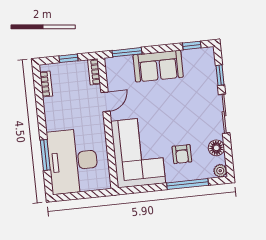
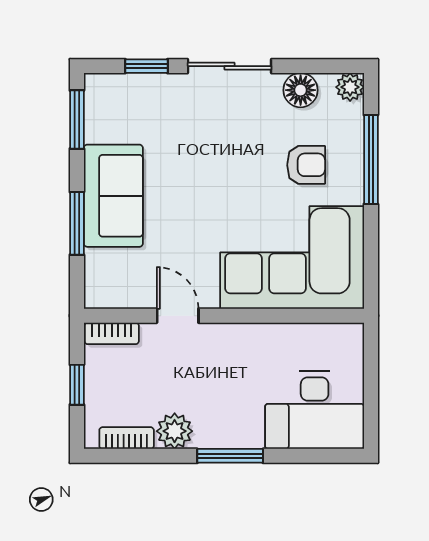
window: (192, 45) -> (77, 119), width x1.50
window: (127, 52) -> (77, 223), moved
plant: (52, 106) -> (175, 431), added
window: (45, 155) -> (230, 456), moved
desk: (73, 161) -> (315, 410), width x0.73, depth x0.77

